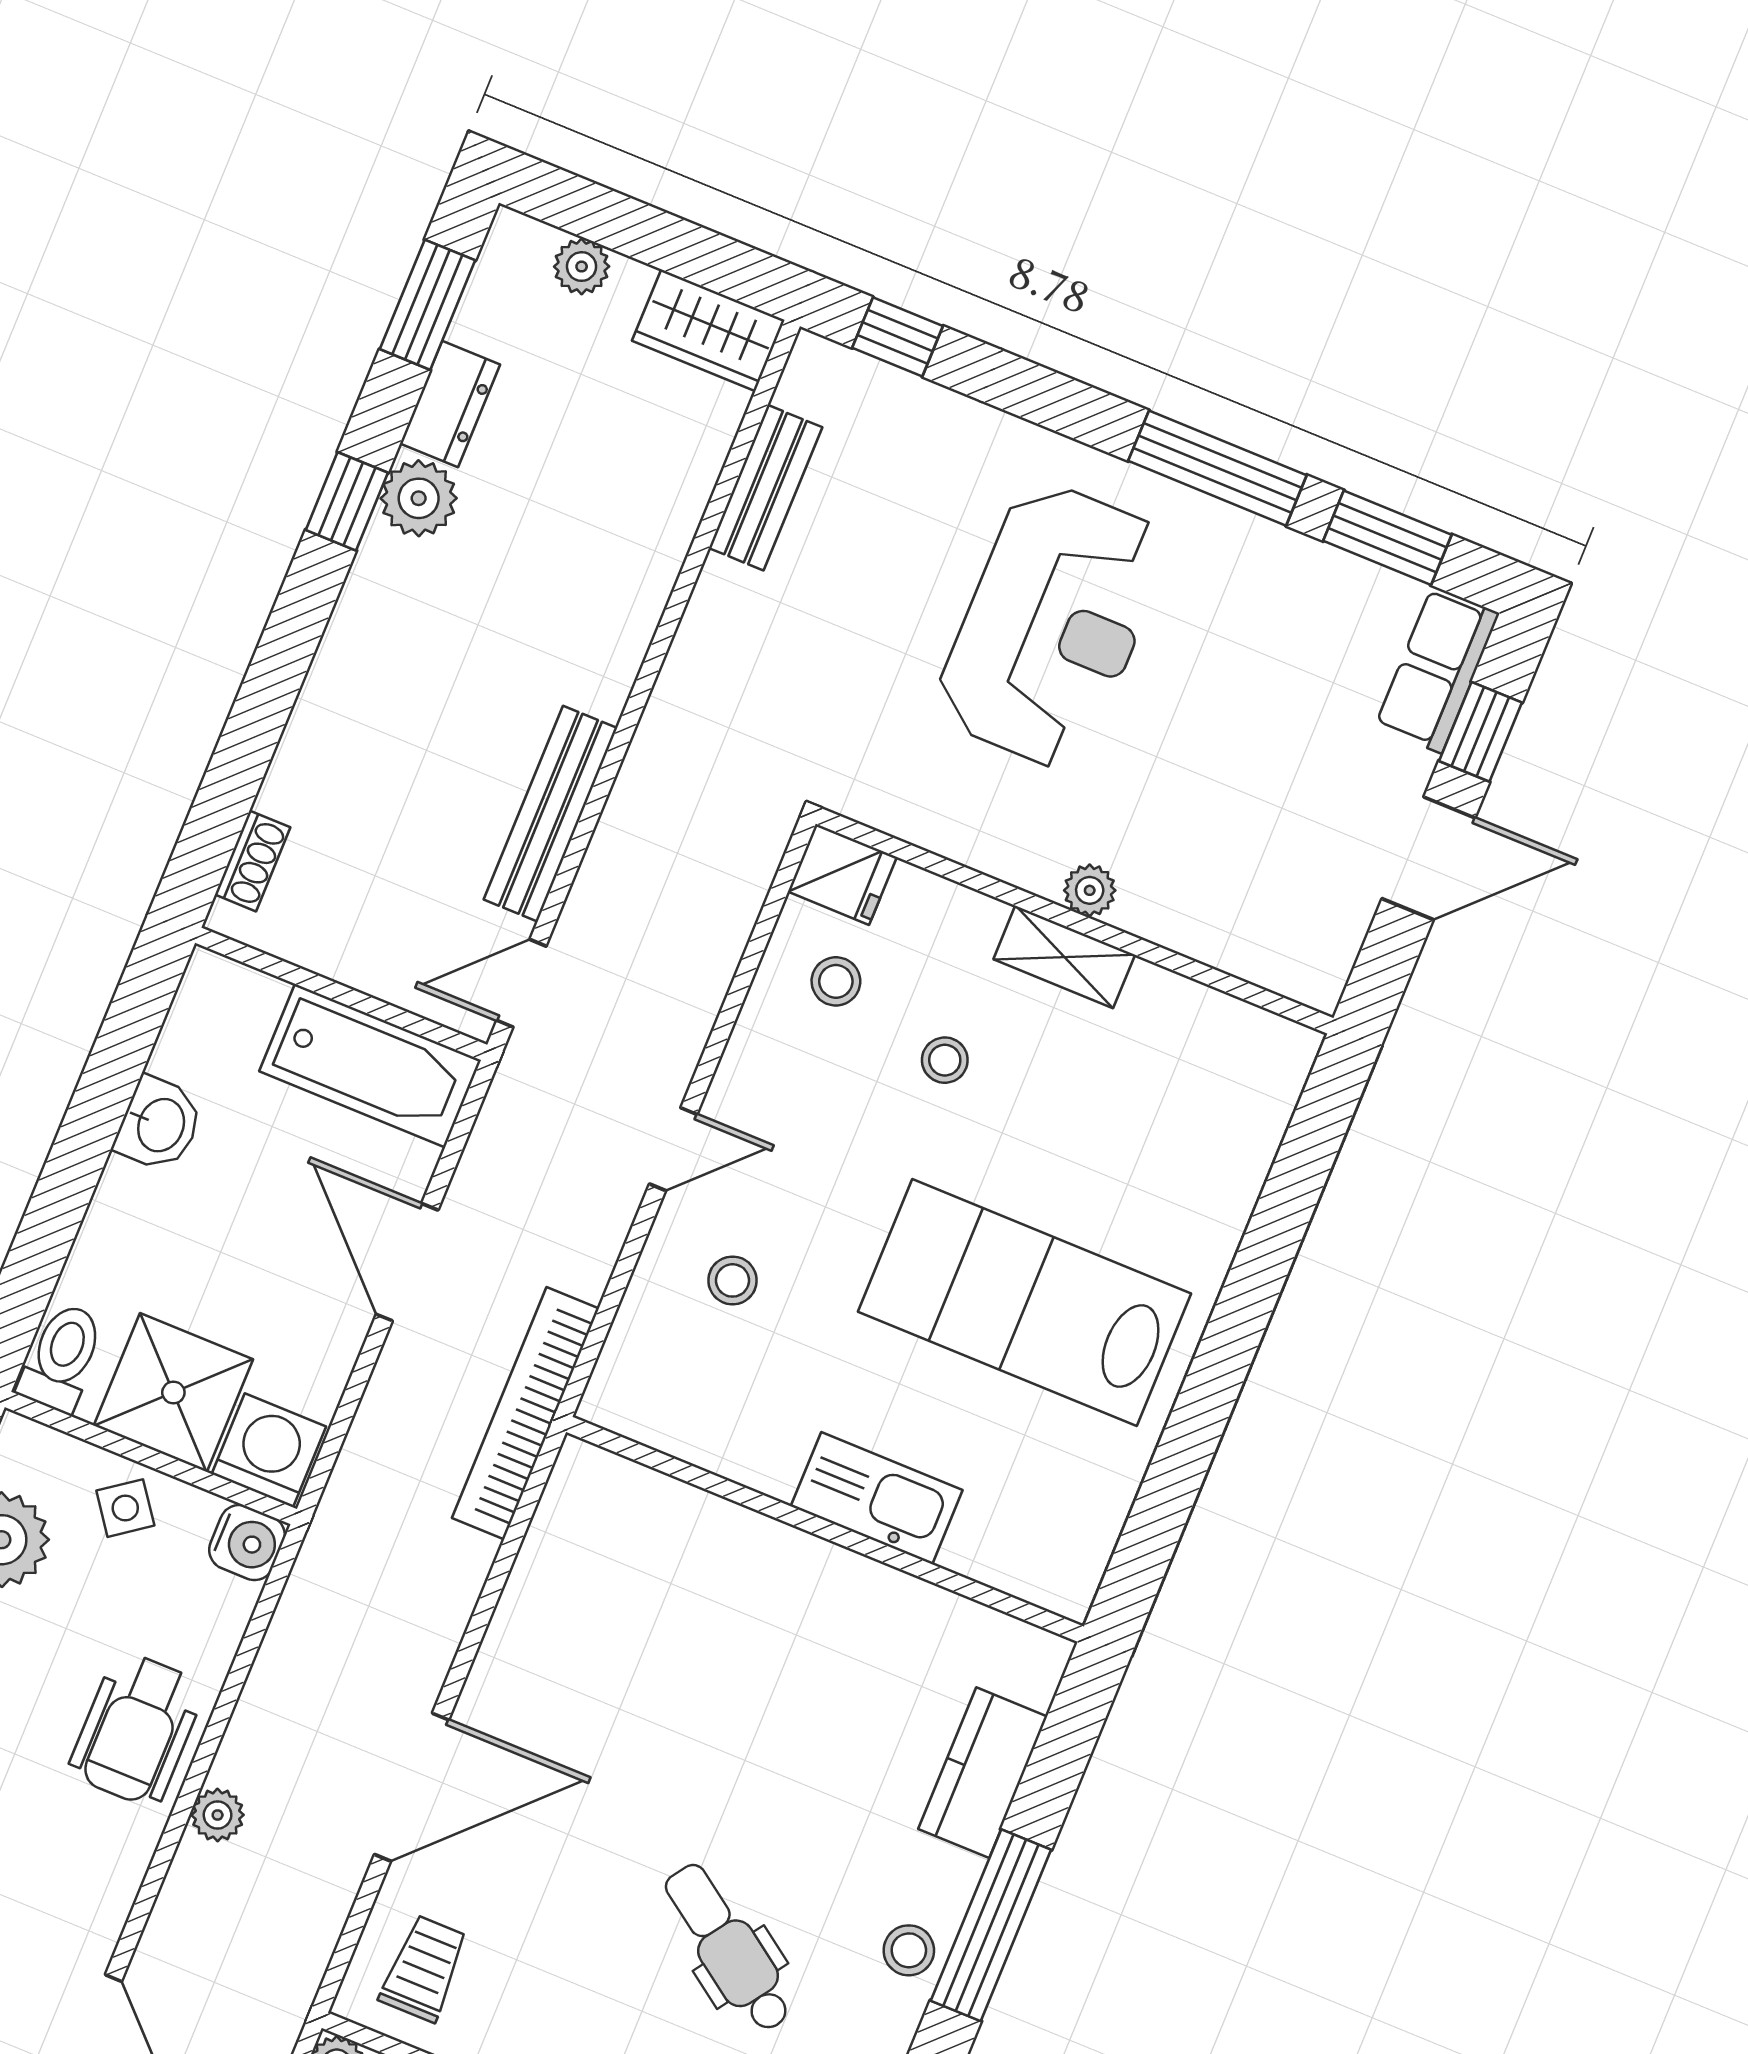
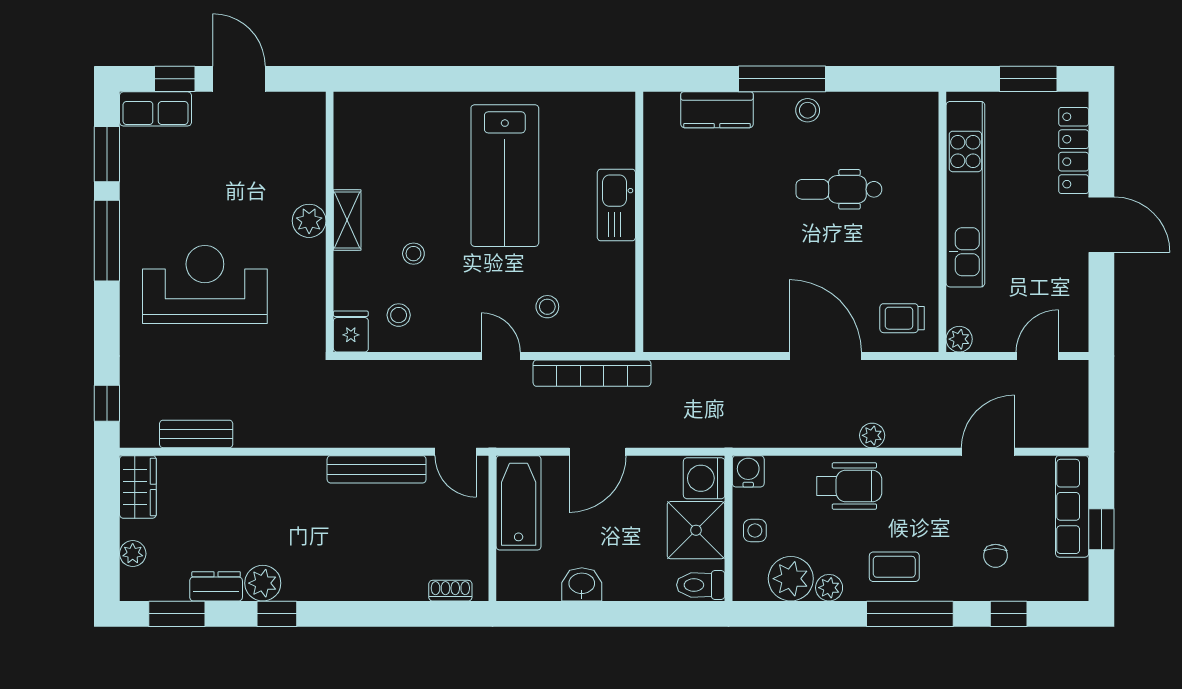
plant: (1090, 890) -> (309, 221), width x1.38, depth x1.38
bookcase: (525, 1413) -> (592, 373), moved
side table: (125, 1508) -> (755, 531), turned 36
dental chair: (728, 1948) -> (839, 189), turned 55

